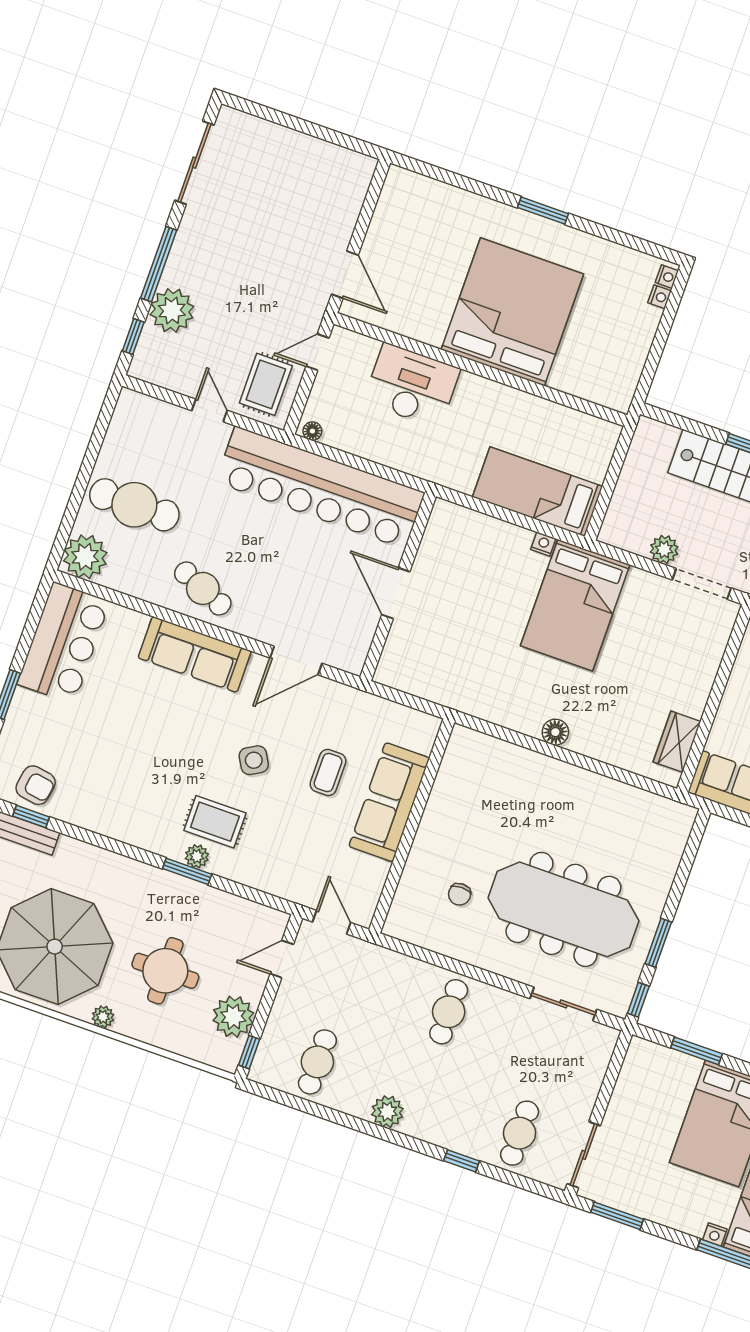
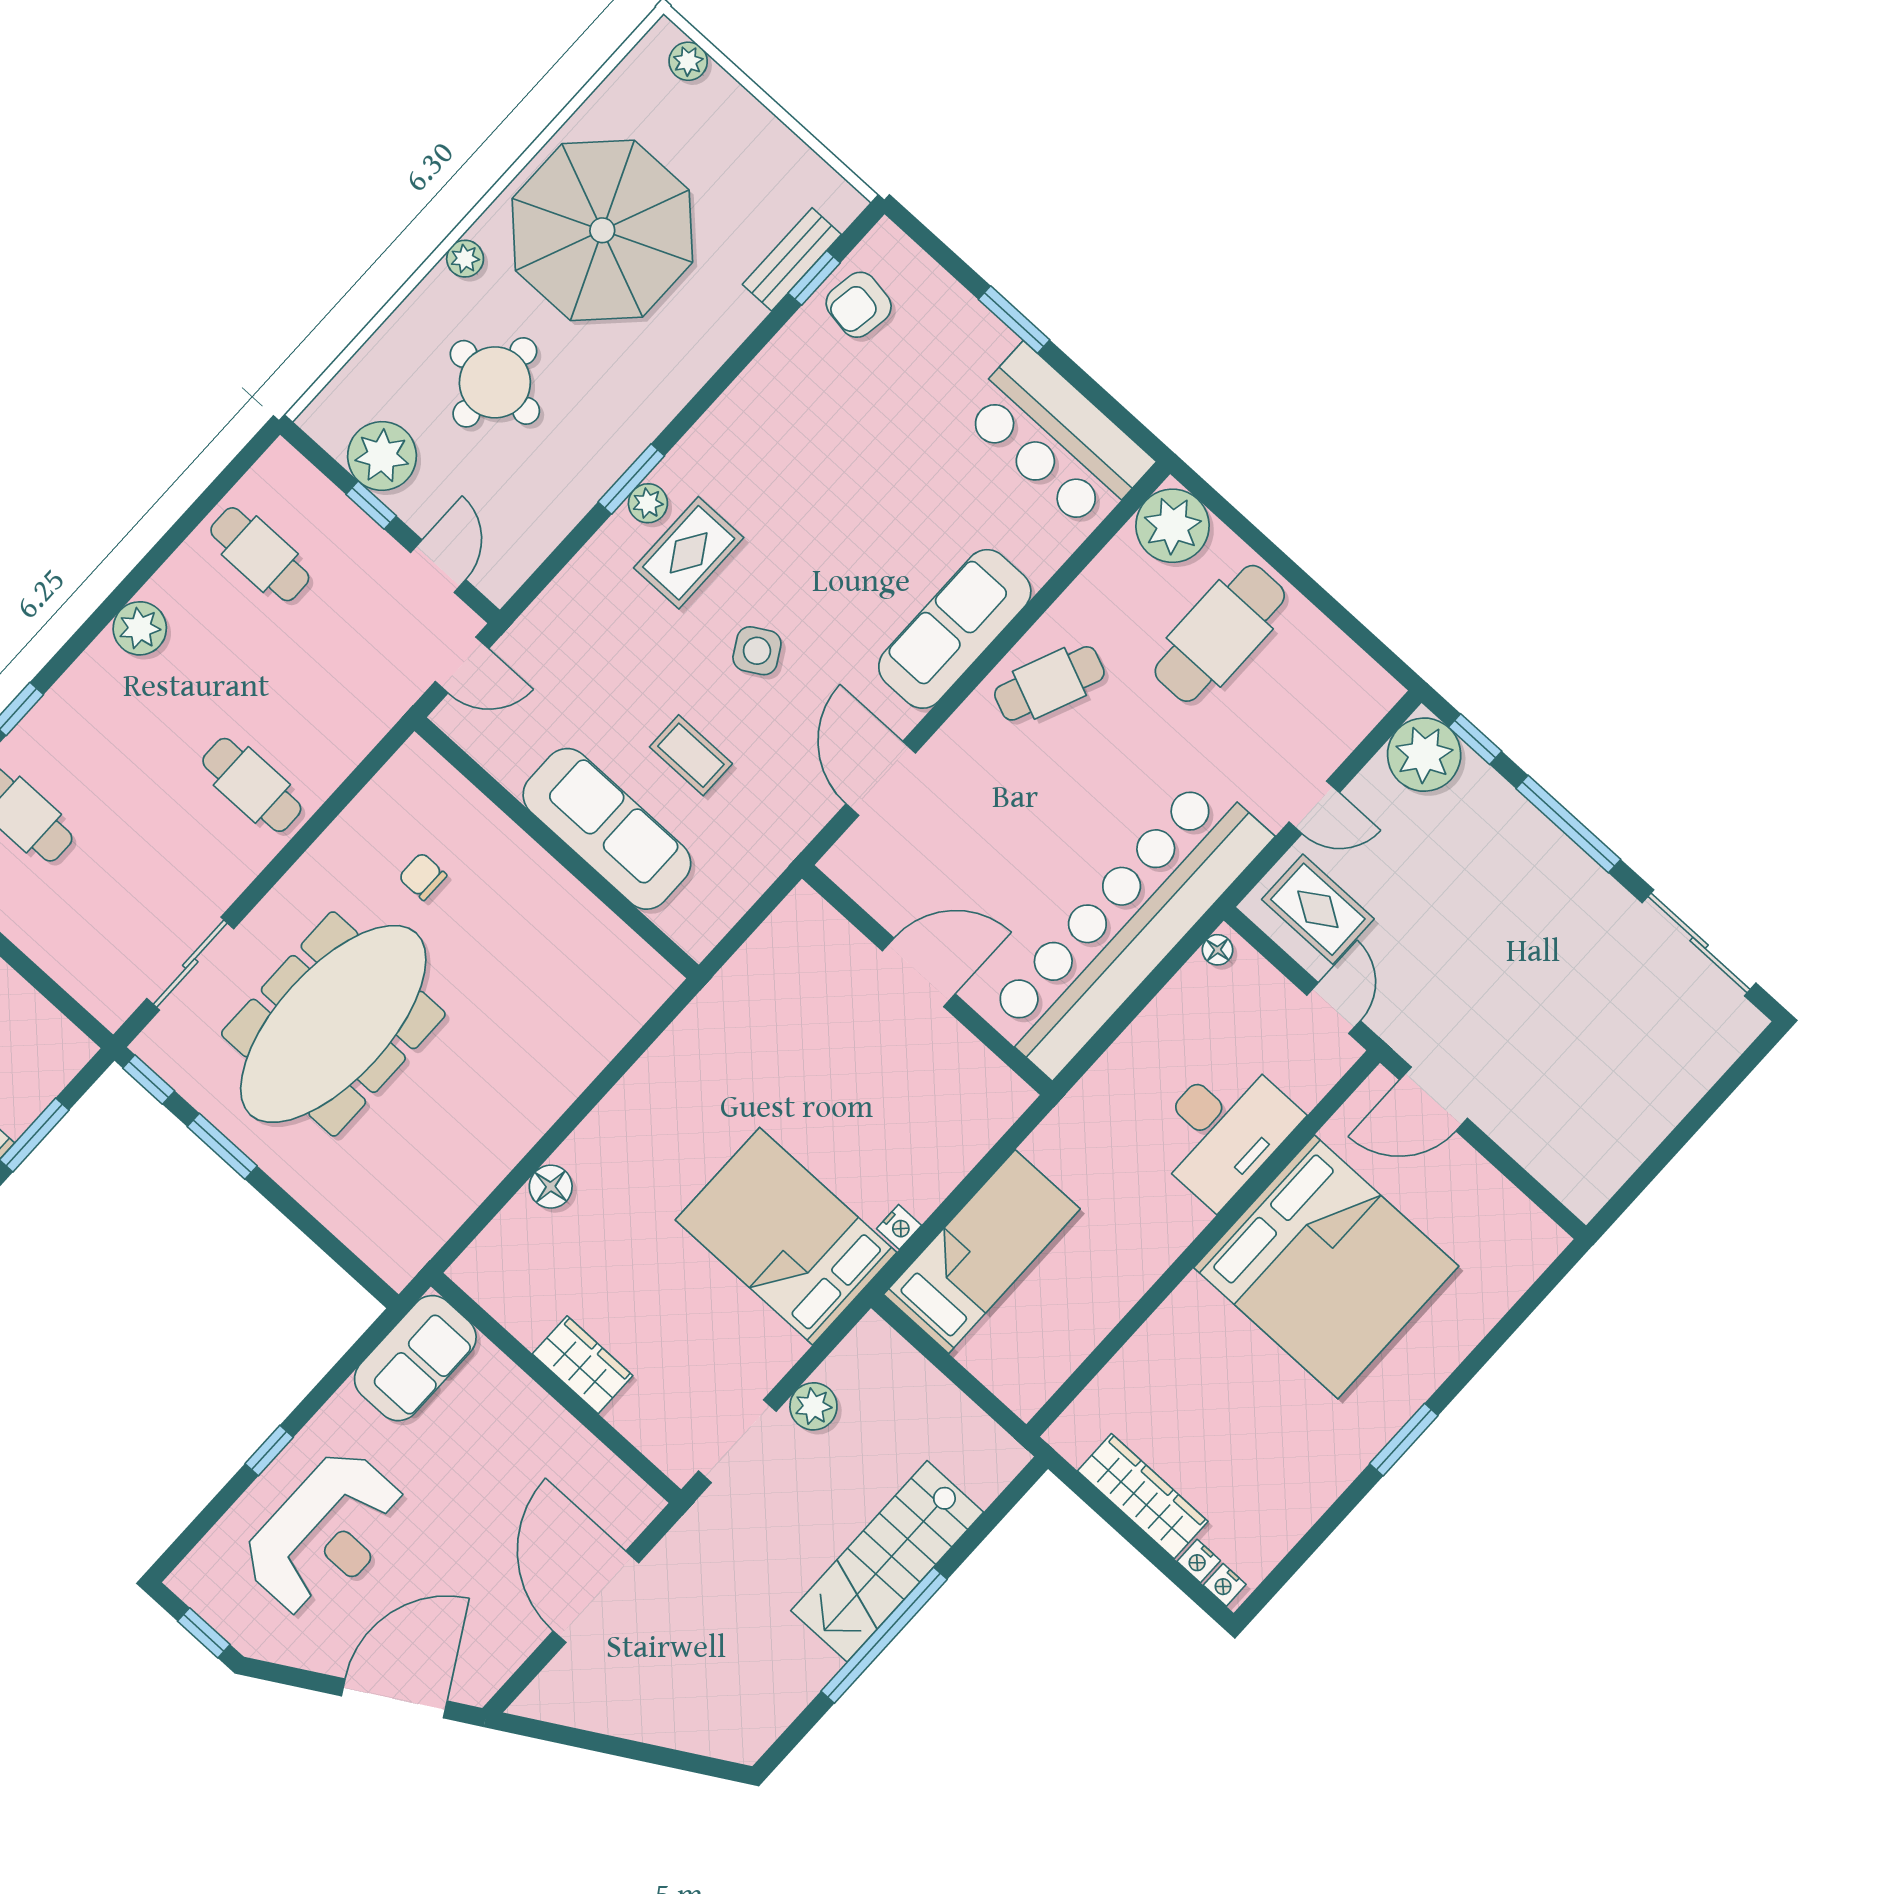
plant: (172, 310) -> (1424, 755), moved
bed: (512, 312) -> (1326, 1267), moved
wardrobe: (636, 344) -> (1143, 1496), added
floor lamp: (555, 732) -> (551, 1187), moved
wardrobe: (677, 742) -> (583, 1365), moved
window: (249, 1052) -> (371, 505), moved

